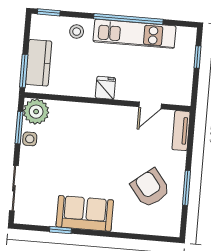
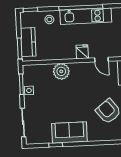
fridge: (105, 88) -> (82, 52), moved
door: (150, 105) -> (101, 60), hinge flipped
plant: (36, 112) -> (61, 71), moved

